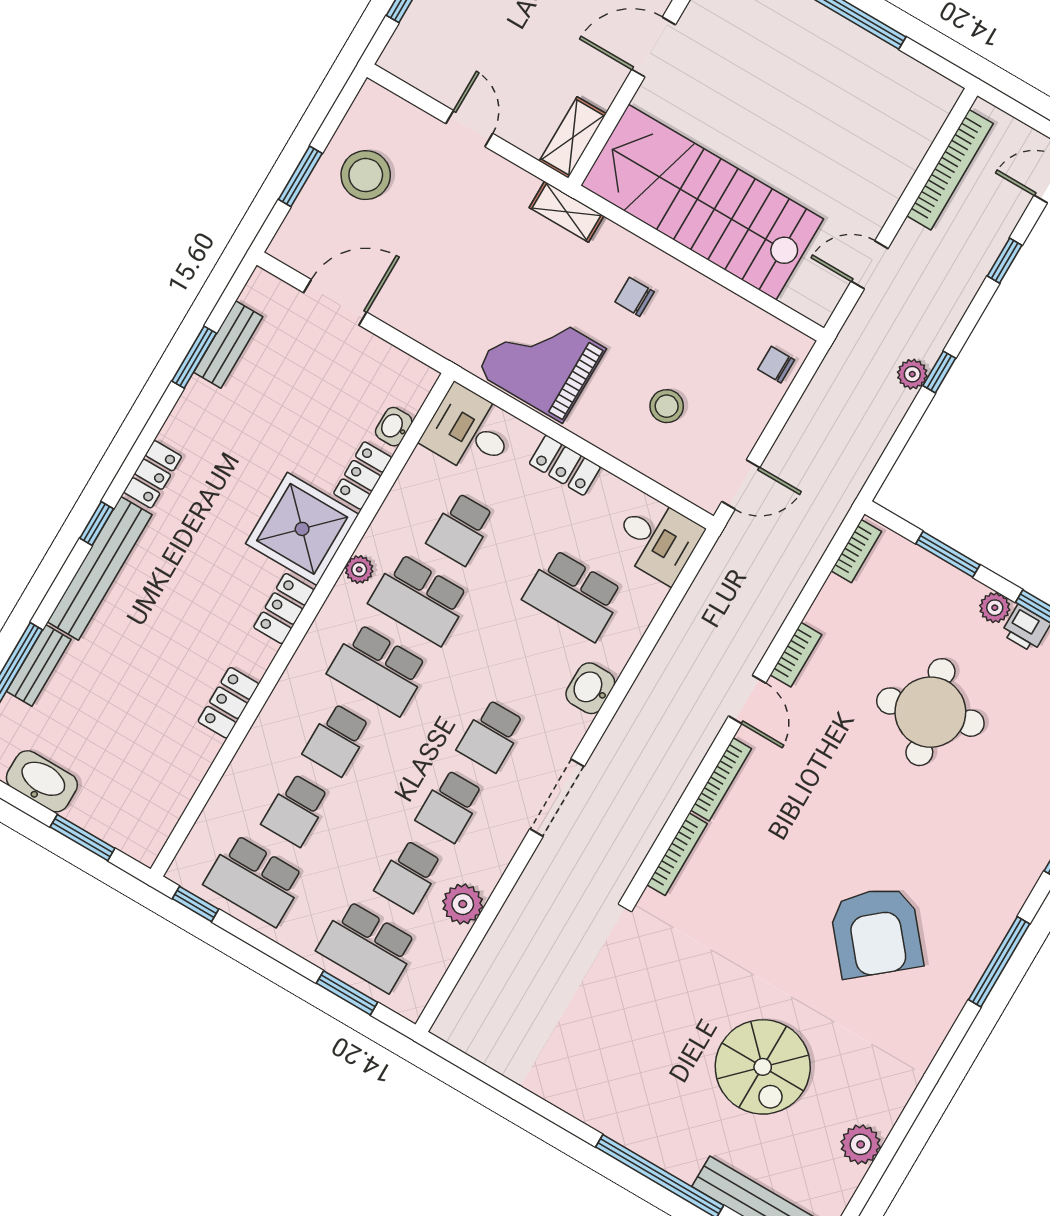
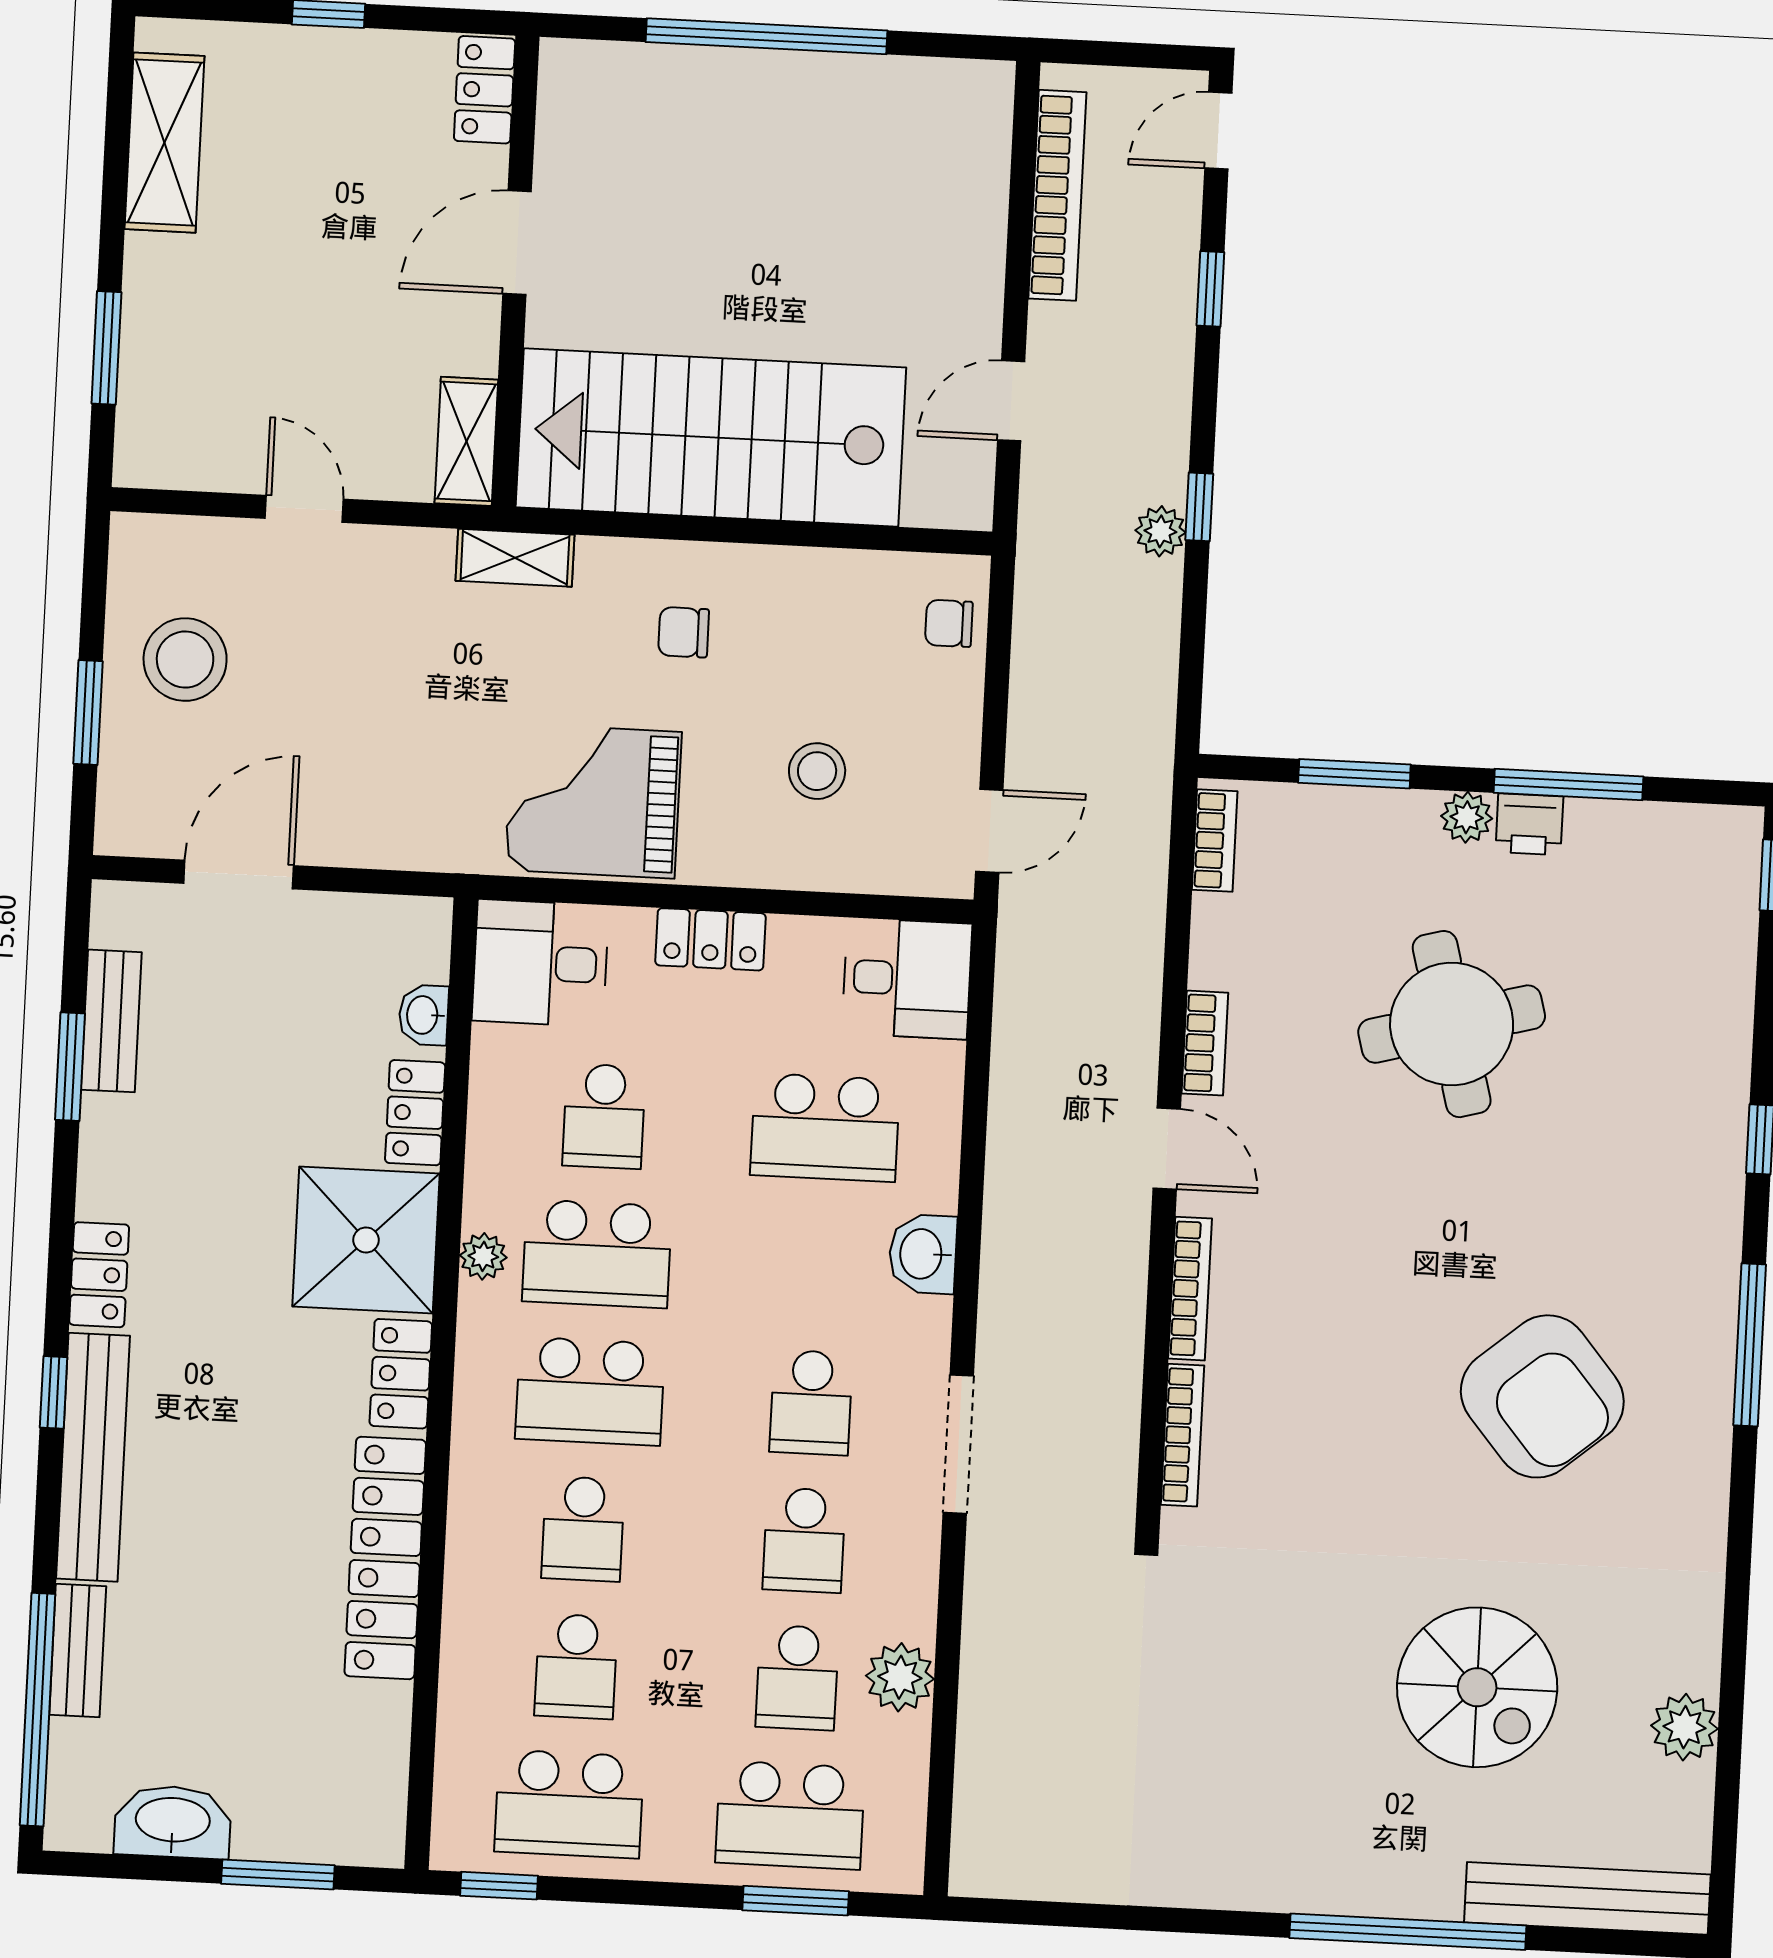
locker: (228, 703) -> (385, 1558), width x2.16, depth x1.21

